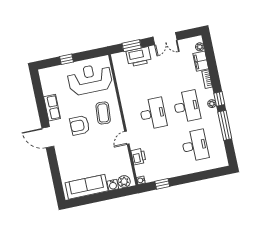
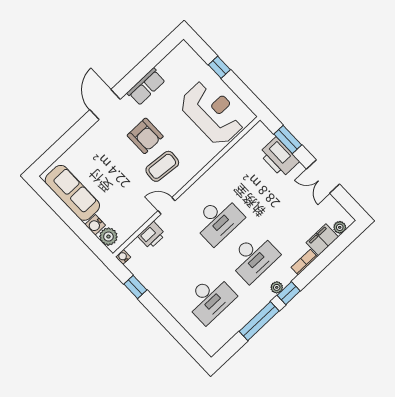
coffee table: (103, 113) -> (162, 166), moved
armchair: (80, 125) -> (145, 136), turned 180

